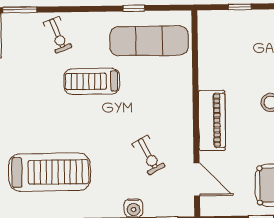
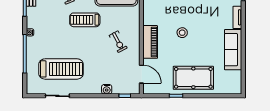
exercise bike: (149, 155) -> (118, 42), moved

